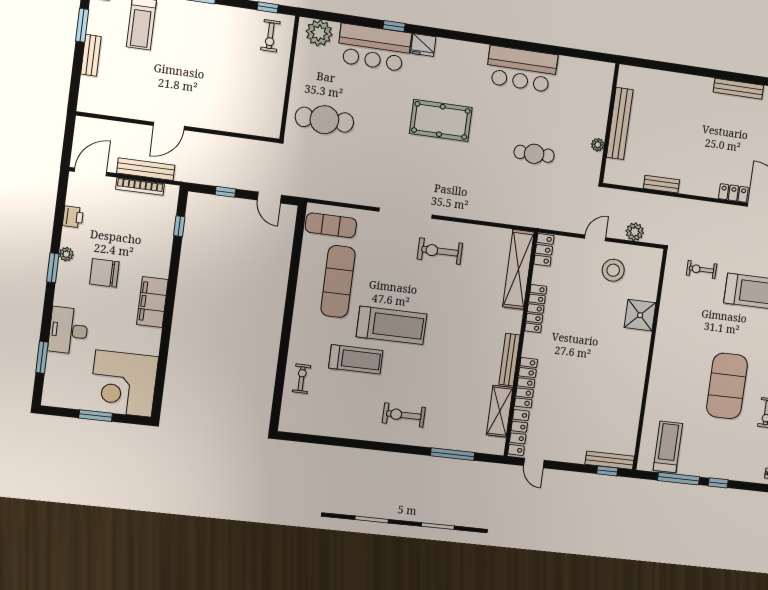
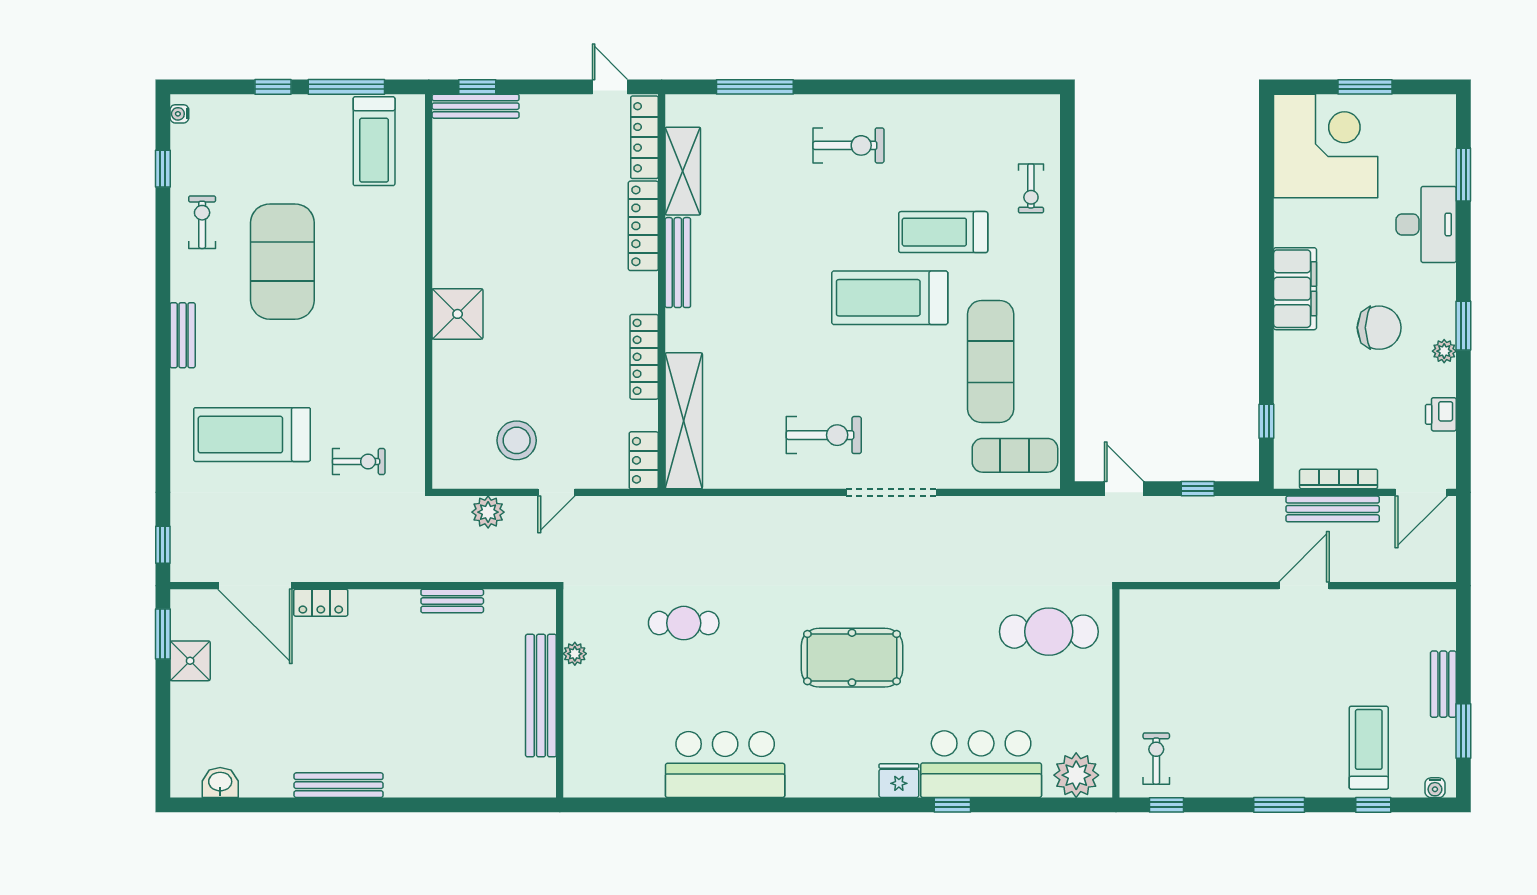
shower: (640, 315) -> (458, 314), moved

